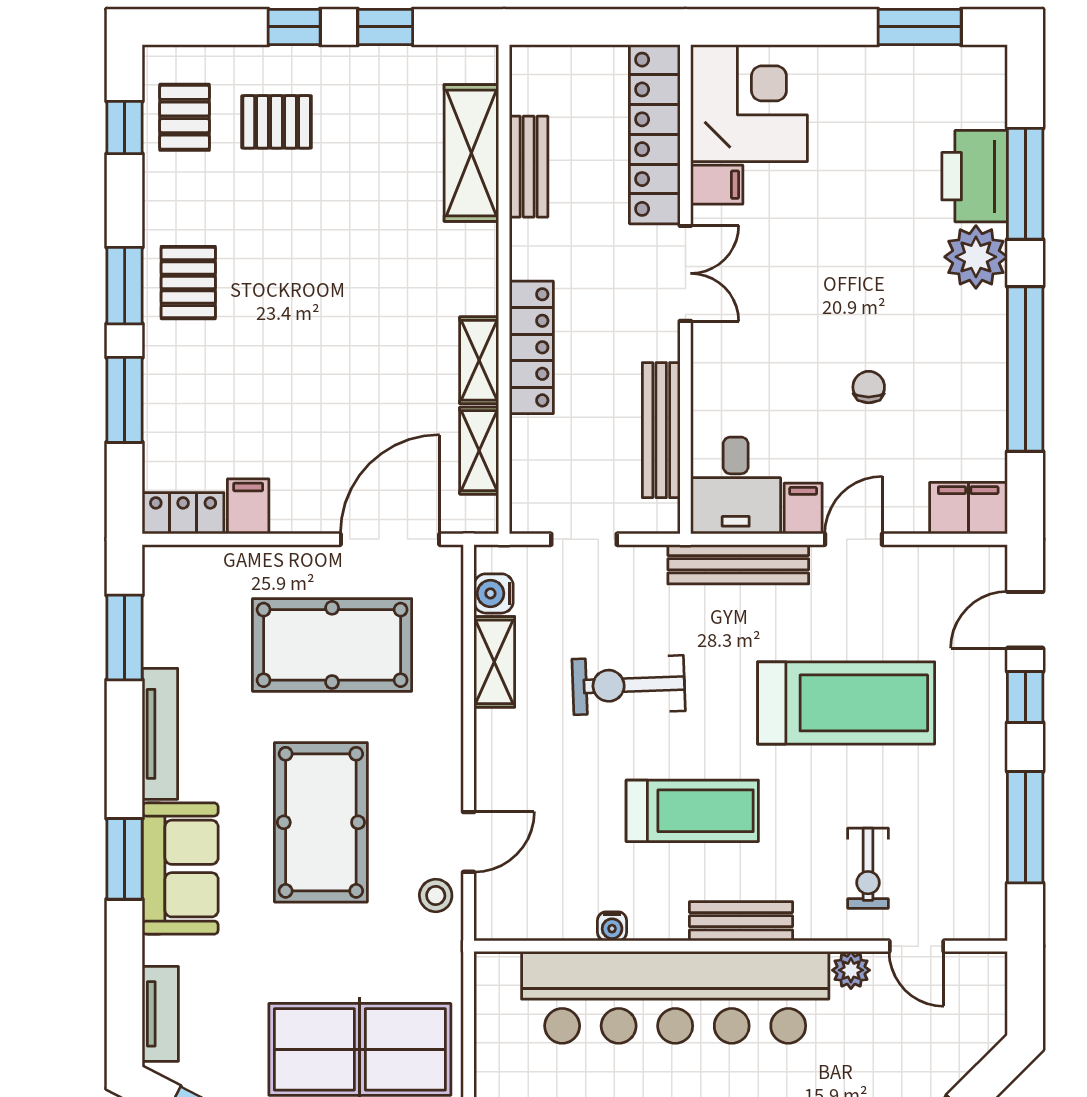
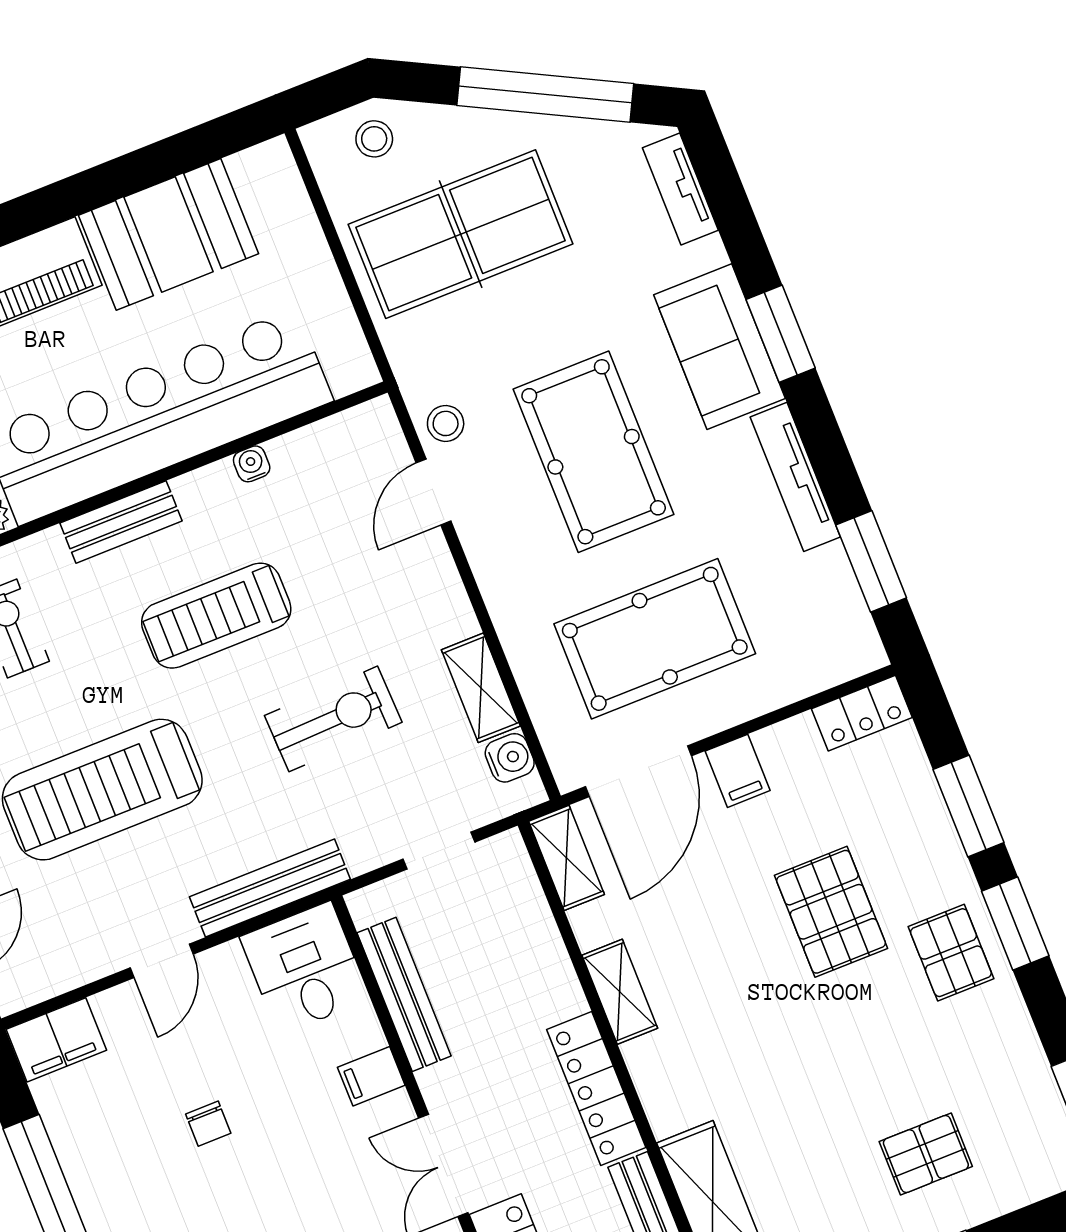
pallet: (185, 117) -> (831, 912), moved, width x1.50, depth x1.42
locker: (531, 347) -> (596, 1089), moved
shelving: (479, 451) -> (567, 858), moved
filing cabinet: (248, 506) -> (738, 771), moved
filing cabinet: (803, 509) -> (371, 1076), moved, turned 90

